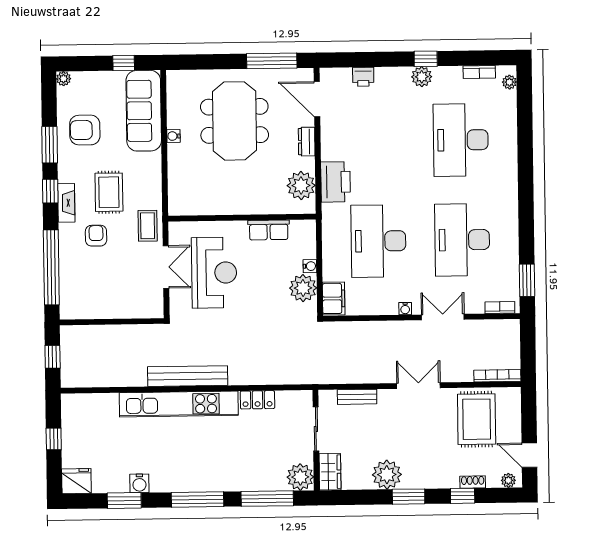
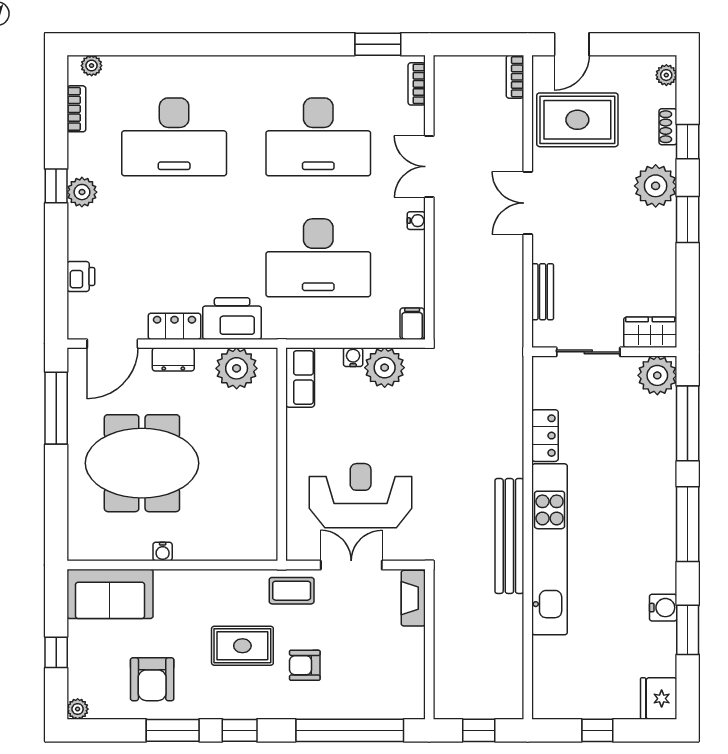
window: (124, 63) -> (56, 652), moved
sofa: (144, 111) -> (110, 594), width x0.73
locker: (330, 142) -> (174, 326), added
fireplace: (66, 203) -> (413, 598), moved, turned -90
row of seats: (269, 230) -> (300, 377), moved
filing cabinet: (334, 298) -> (412, 324), width x0.50
bookcase: (497, 376) -> (515, 77), width x0.64
door: (529, 455) -> (572, 44), moved
plant: (387, 475) -> (656, 186), moved

